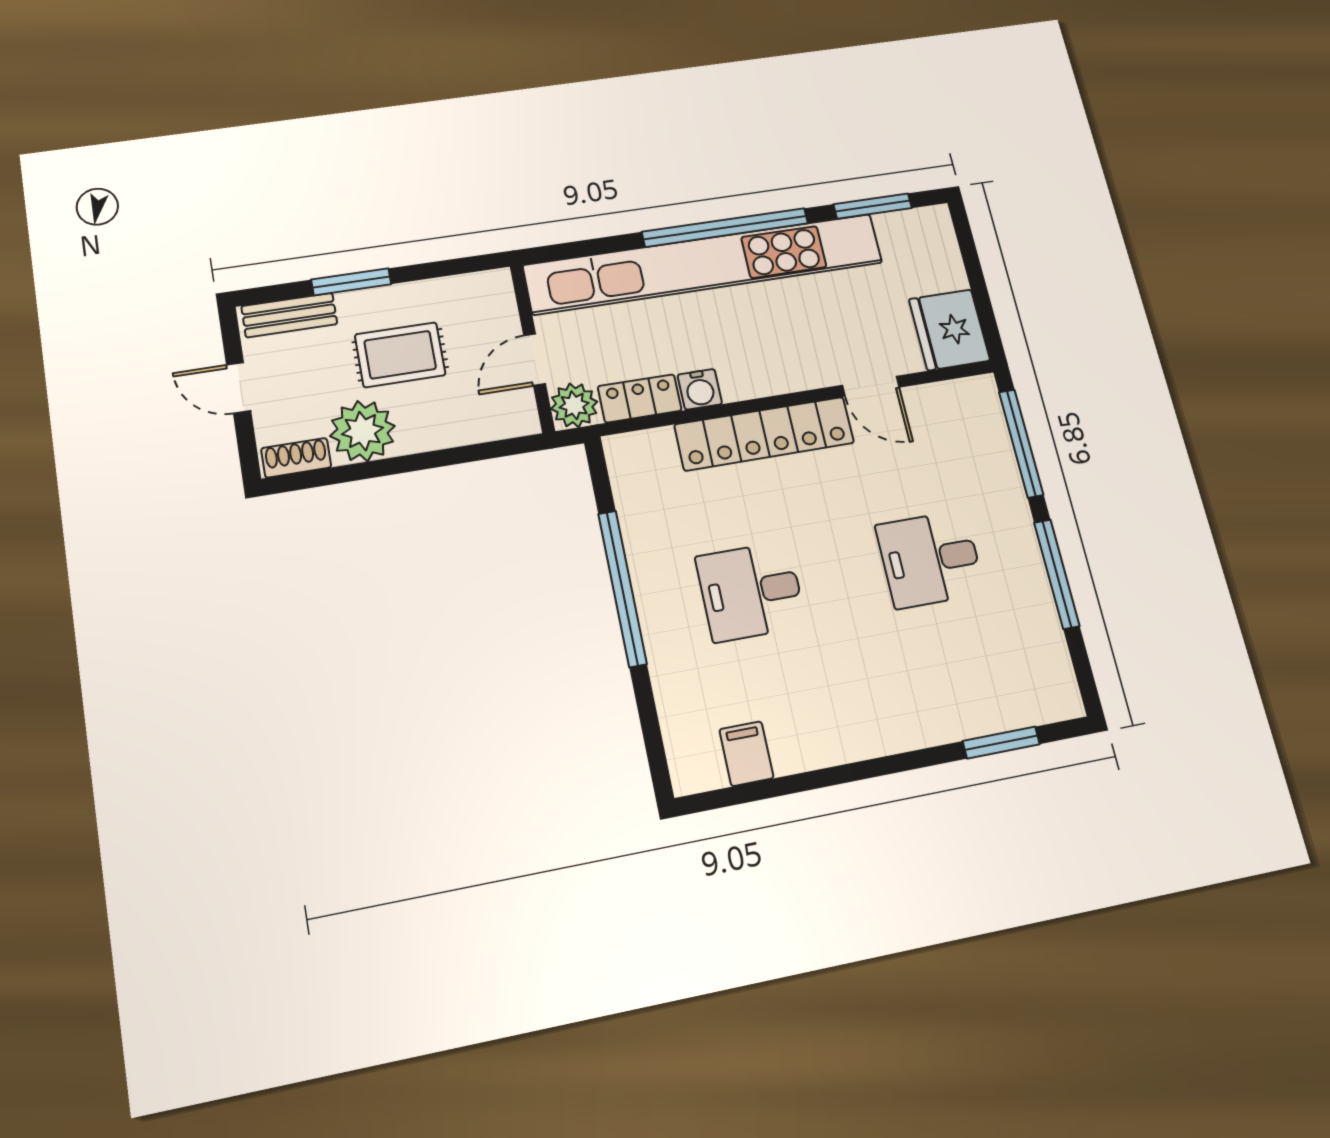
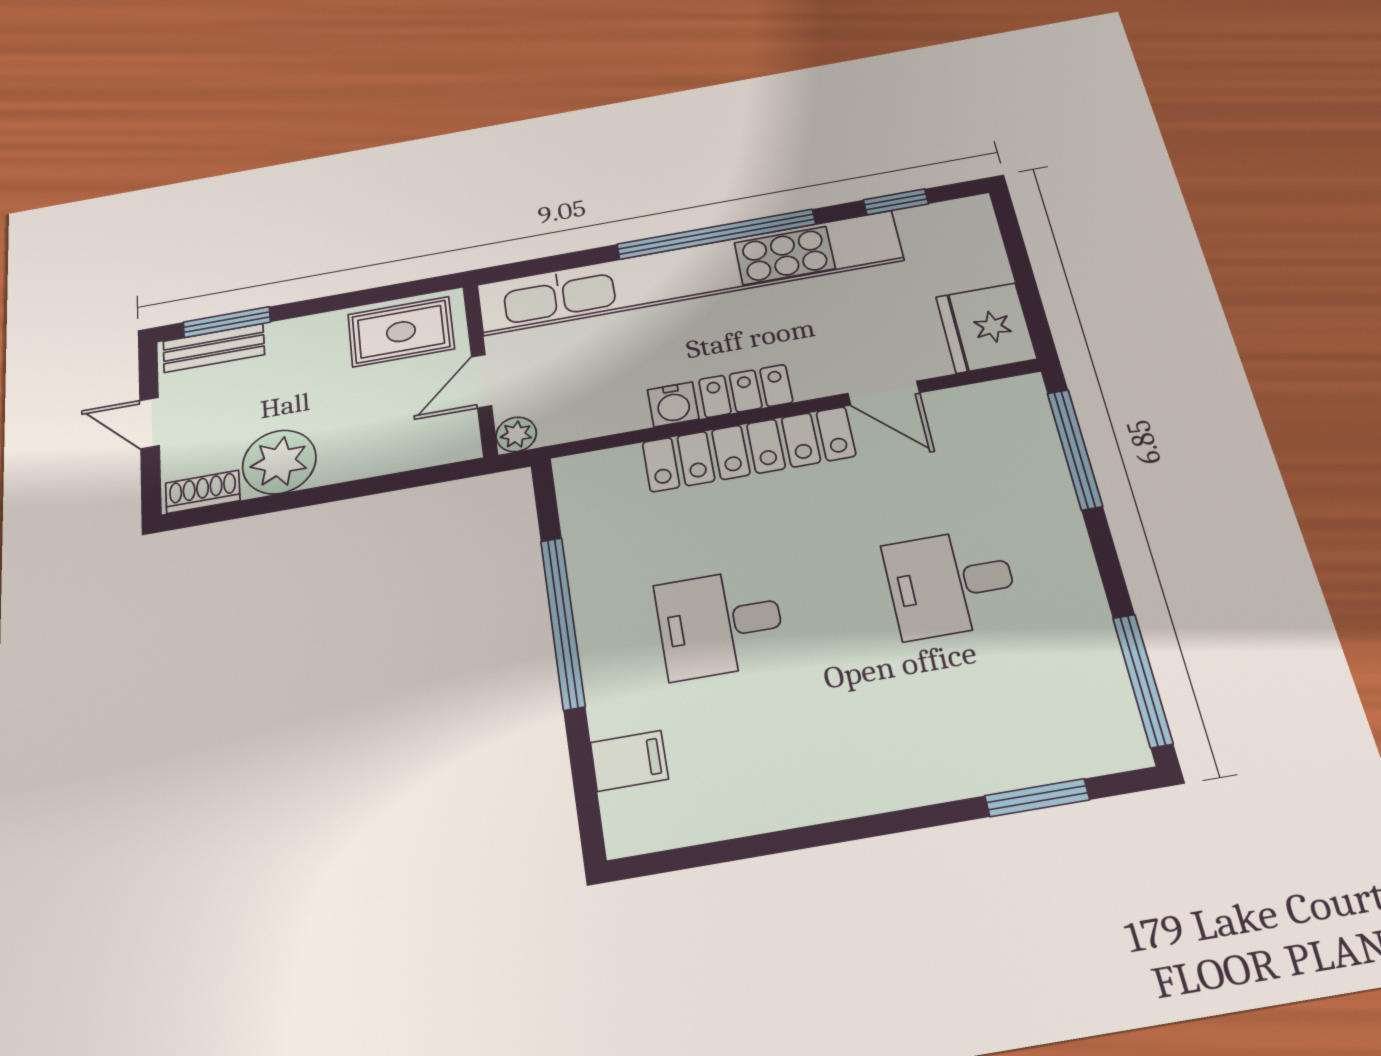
window: (873, 206) -> (896, 202), width x0.67
window: (351, 282) -> (227, 322), moved
rug: (400, 355) -> (401, 332), moved
locker: (640, 398) -> (746, 391), moved
plant: (574, 405) -> (516, 434), width x0.73, depth x0.73
window: (1057, 574) -> (1143, 680), moved
filing cabinet: (746, 754) -> (629, 761), moved, turned 90

